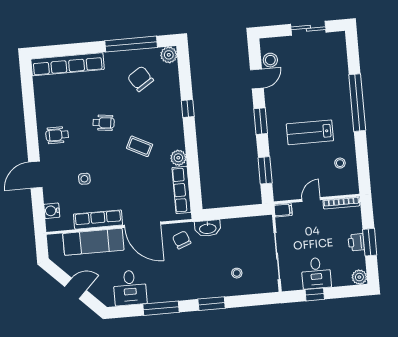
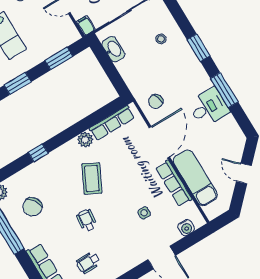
wheelchair: (57, 135) -> (88, 263), moved, turned 90
coffee table: (140, 146) -> (92, 178), width x1.36, depth x1.30
washbasin: (208, 228) -> (113, 49), moved
desk: (130, 288) -> (209, 107), moved

